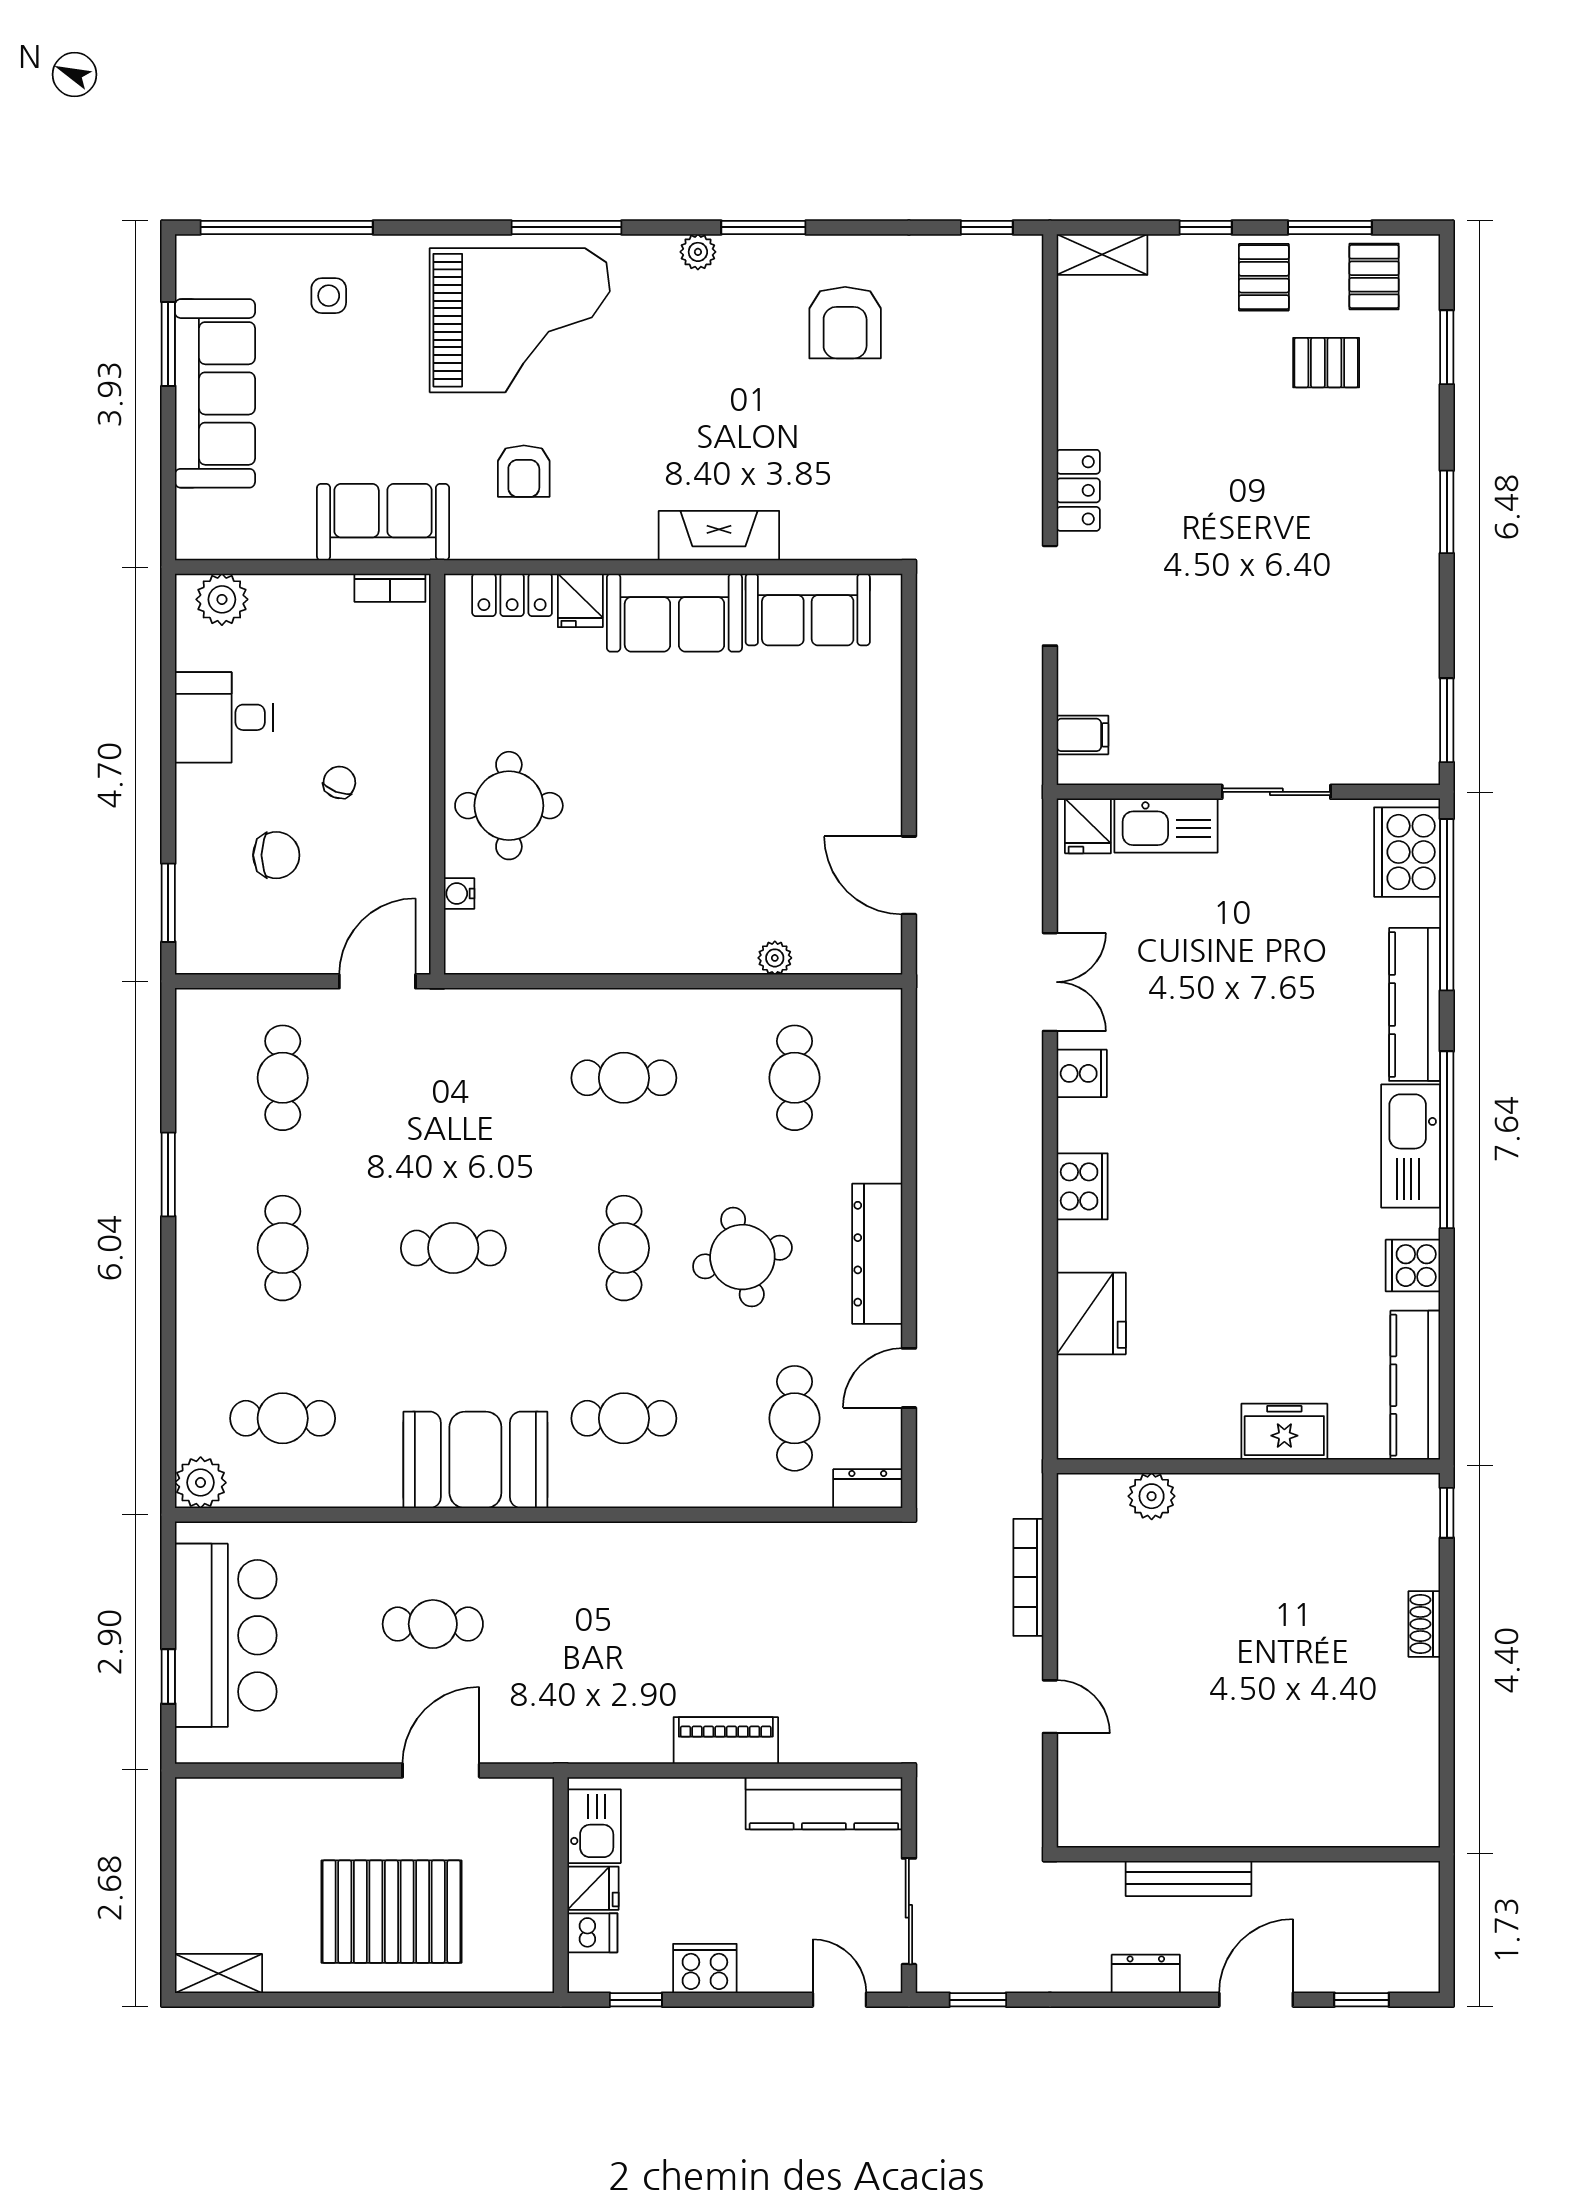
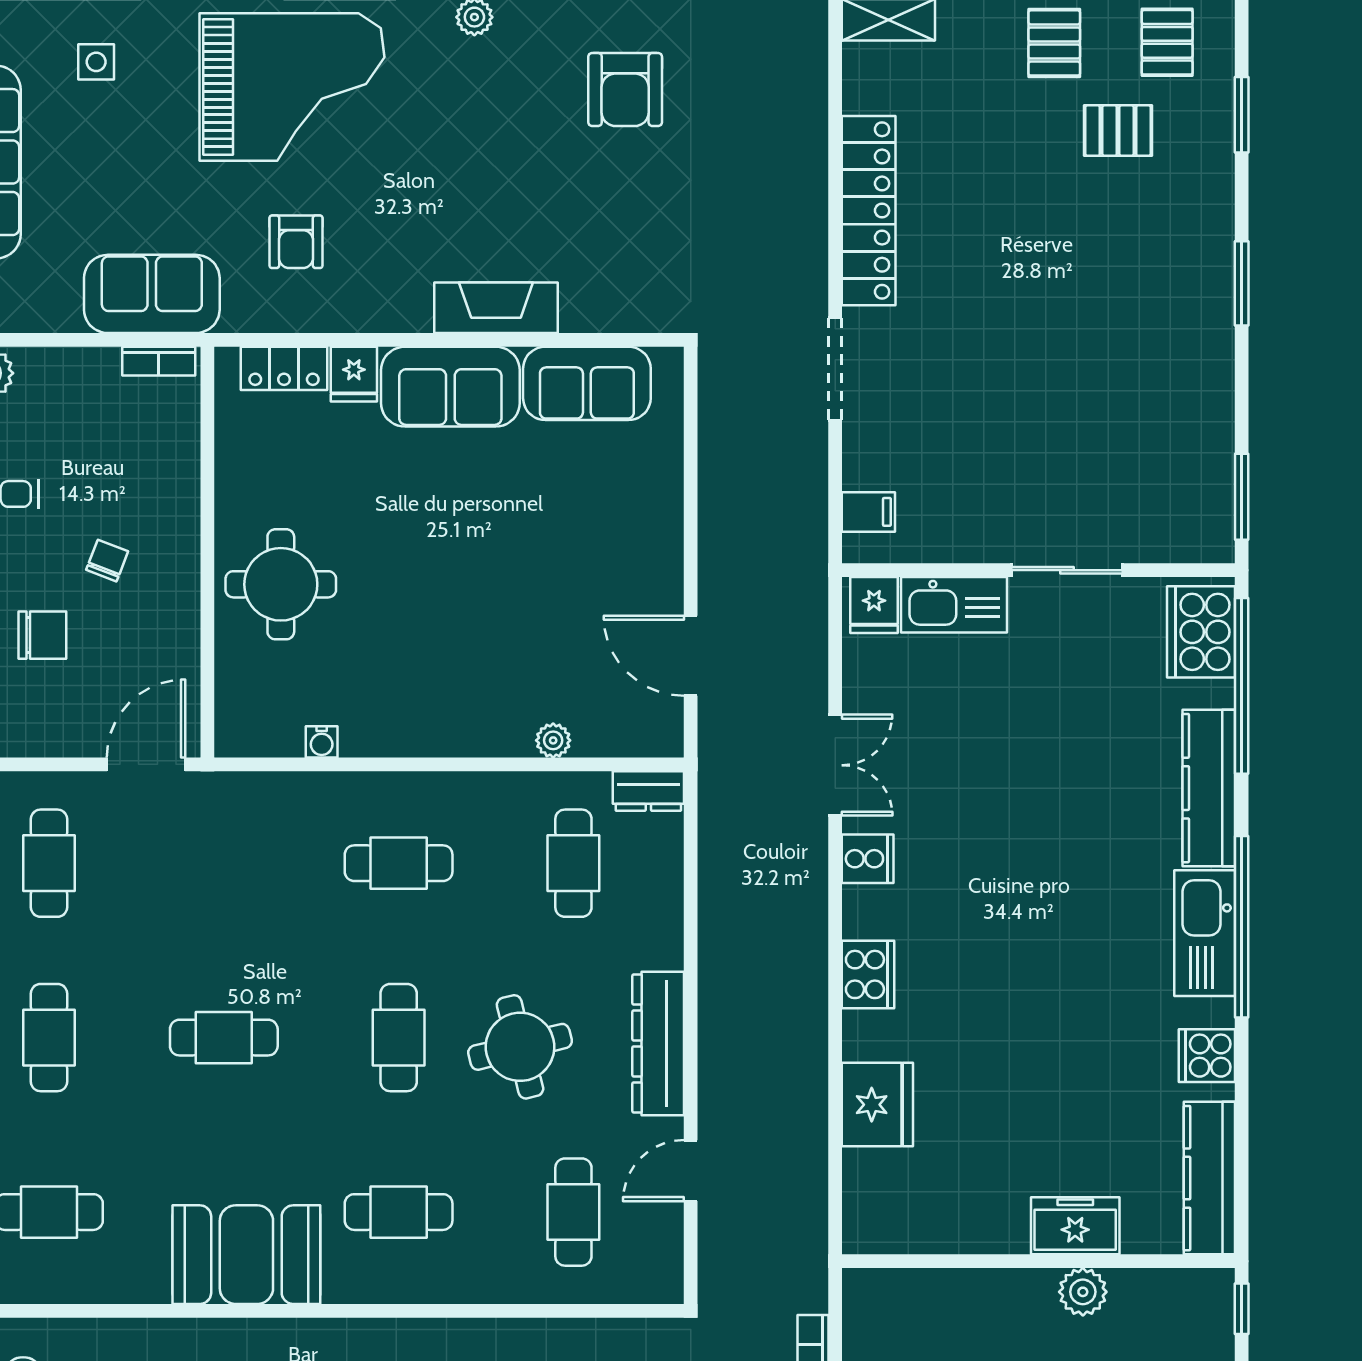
locker: (1078, 490) -> (869, 211), width x2.16, depth x1.21
water cooler: (459, 894) -> (322, 742), moved, turned -90
dresser: (868, 1489) -> (648, 791), moved, turned 180
plant: (1152, 1496) -> (1083, 1292), moved

